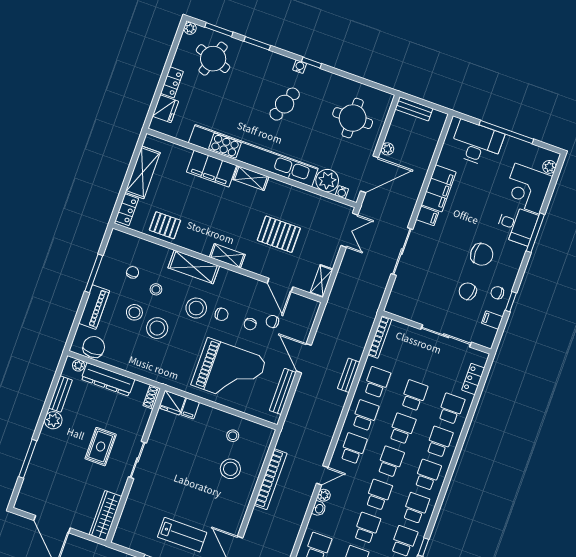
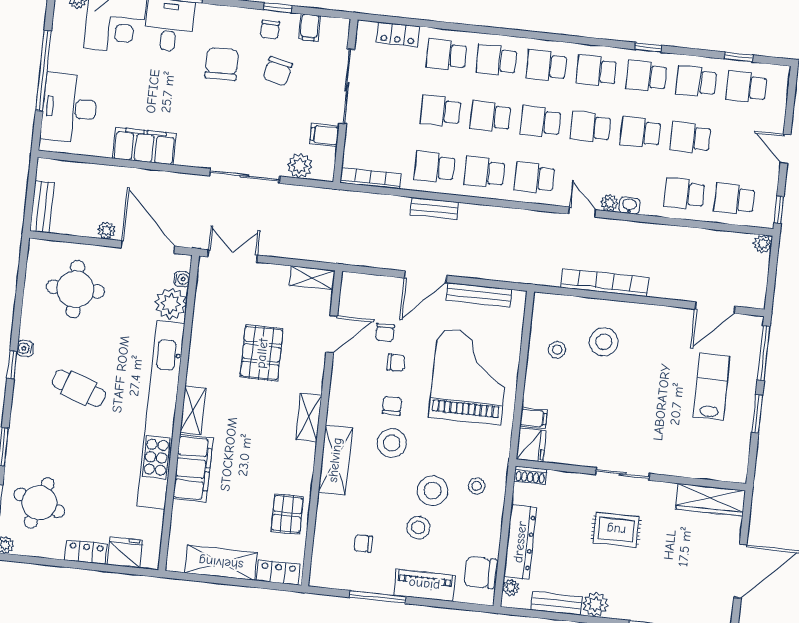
water cooler: (300, 67) -> (25, 348), moved
filing cabinet: (427, 216) -> (324, 135), moved, turned -90
stool: (156, 289) -> (477, 486), moved
plant: (400, 291) -> (300, 166), added

